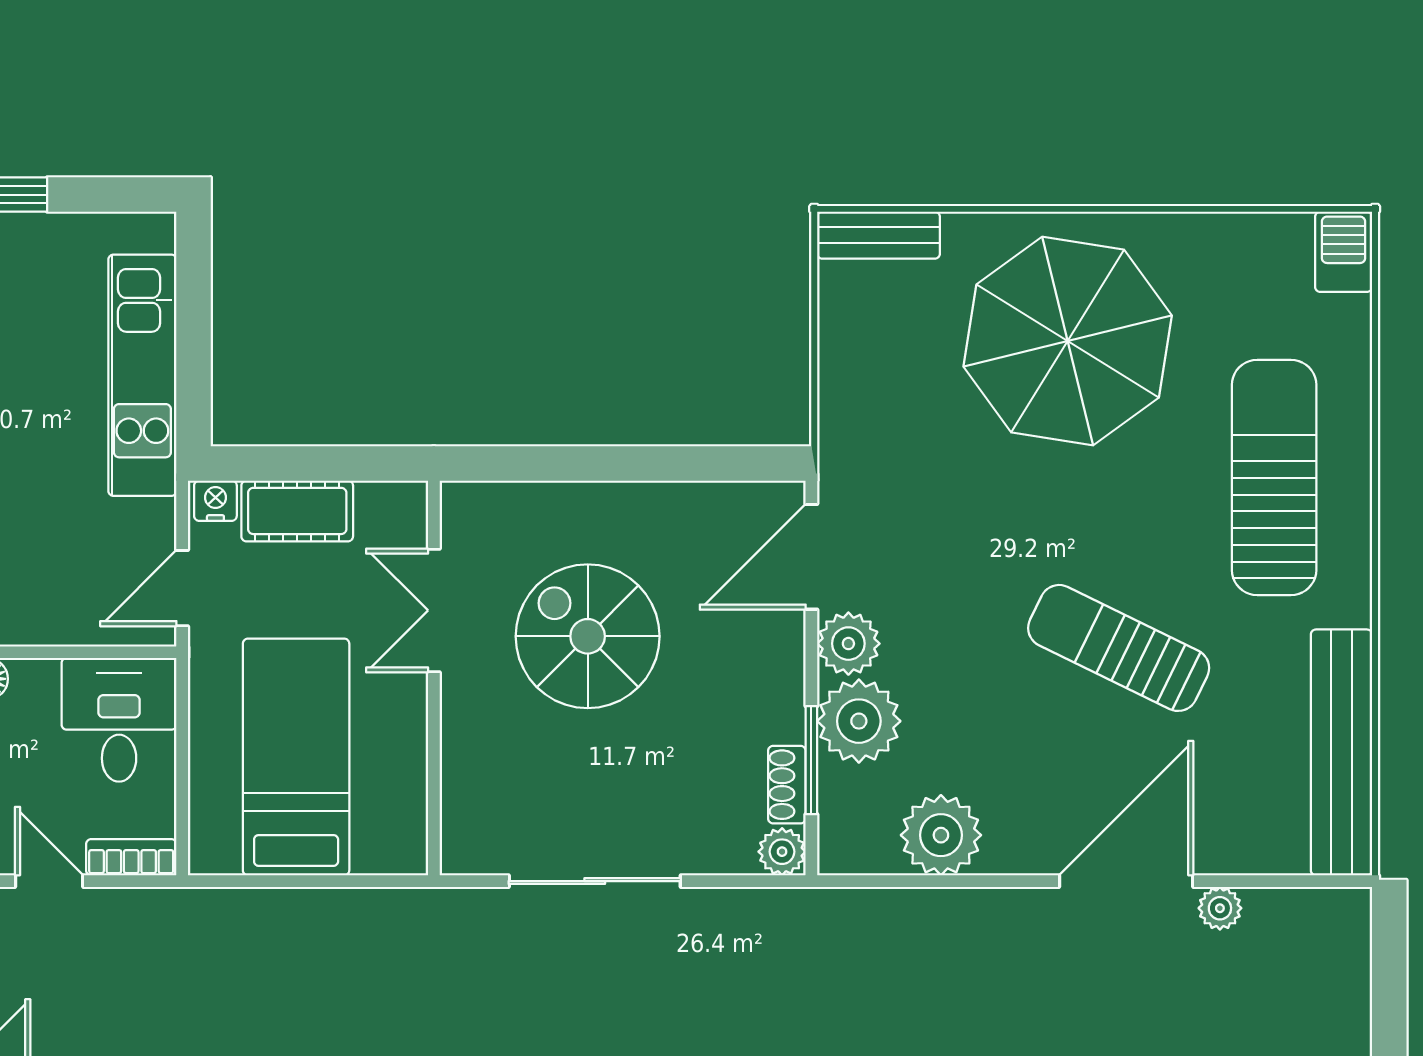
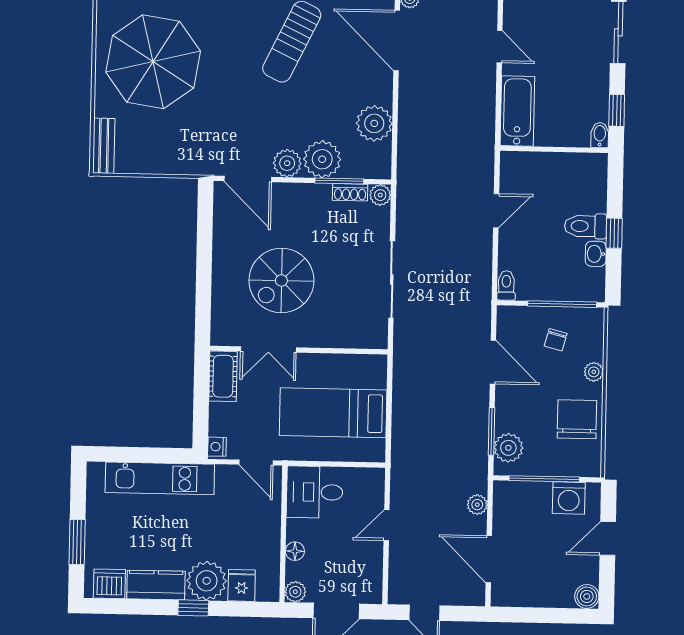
cot: (297, 511) -> (223, 376), moved
bookcase: (131, 857) -> (377, 488), removed

